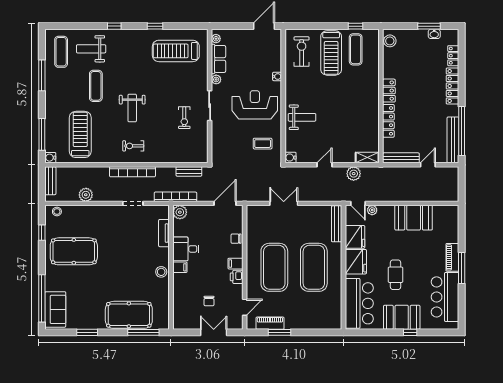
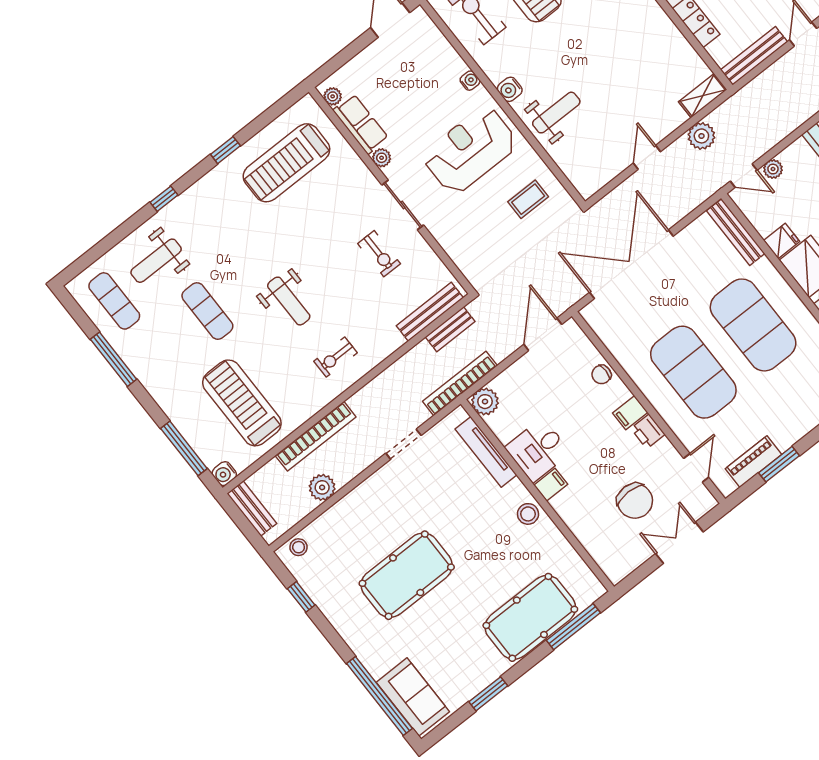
bench: (186, 158) -> (430, 312), added
water cooler: (290, 158) -> (510, 89), moved
bookcase: (132, 172) -> (316, 436), moved
double door: (284, 203) -> (631, 264), width x1.87
tv unit: (164, 233) -> (486, 452), width x1.41
fridge: (355, 237) -> (782, 241), width x0.53, depth x0.75
pool table: (74, 251) -> (407, 575), moved
chair: (209, 301) -> (635, 501), width x1.87, depth x1.87

